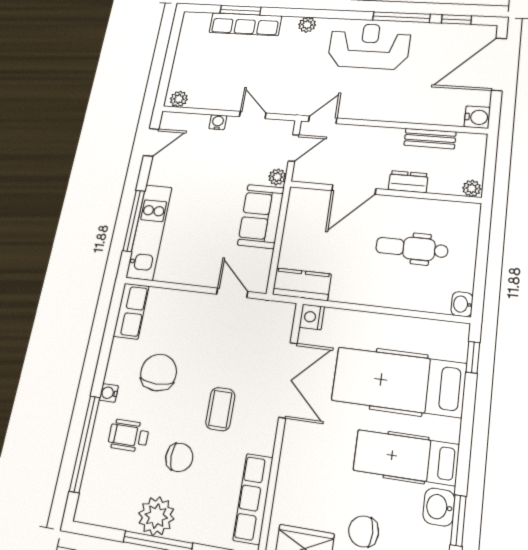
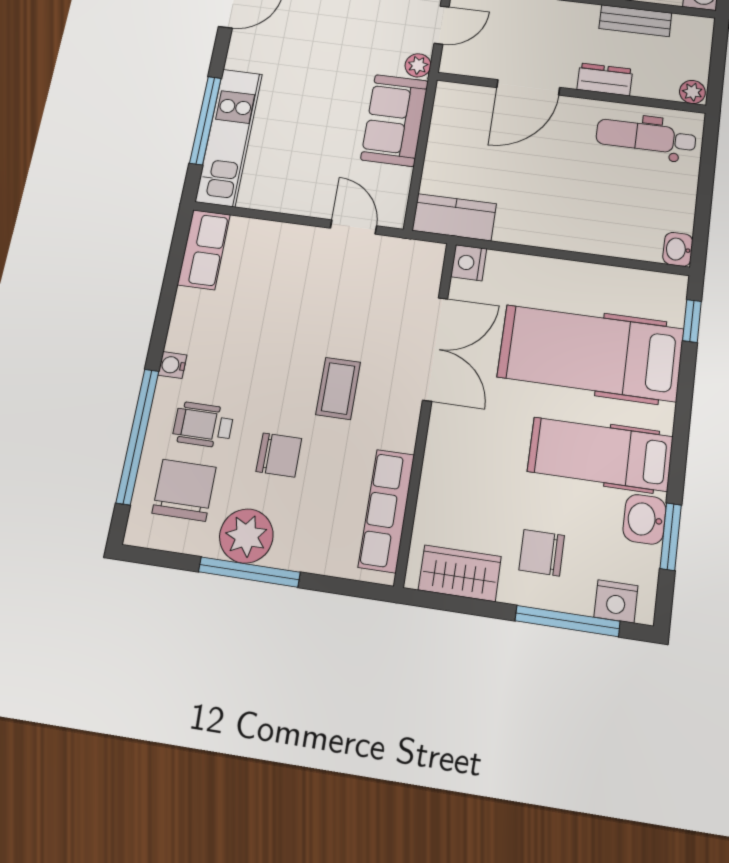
dental chair: (412, 248) -> (646, 137), moved
chair: (159, 373) -> (184, 490), moved

